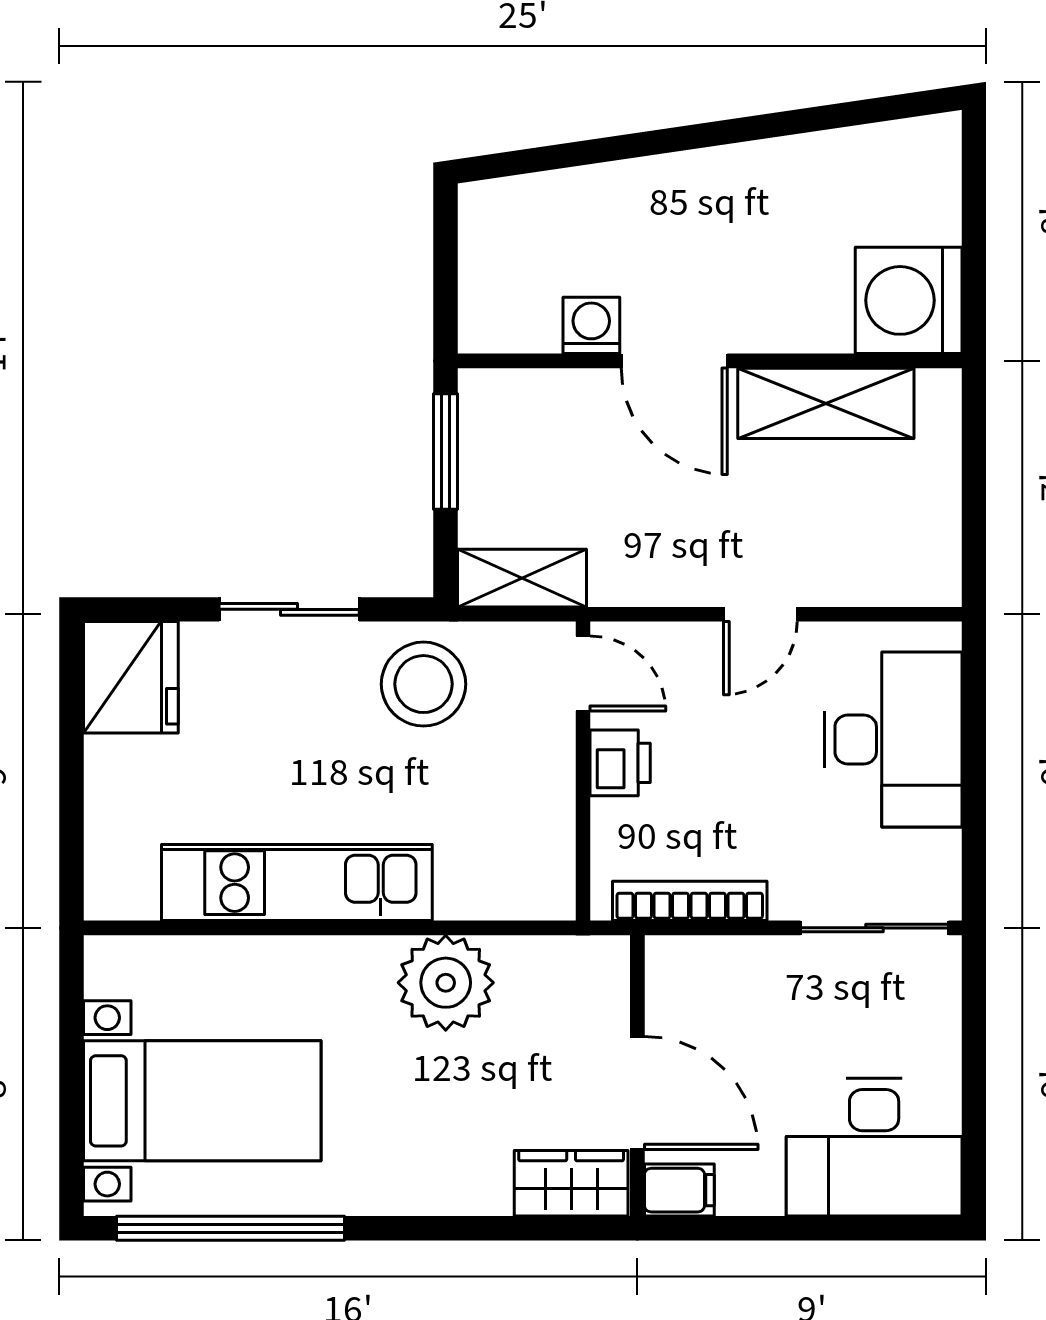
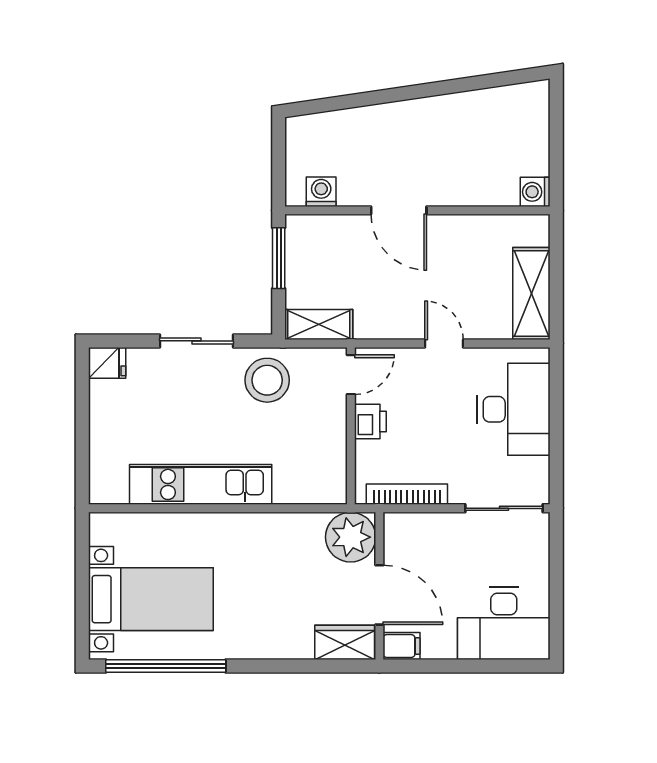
washing machine: (909, 300) -> (535, 192), width x0.53, depth x0.53
washing machine: (591, 325) -> (321, 192), moved
shelving: (826, 403) -> (531, 293), moved, turned 90
door: (760, 614) -> (444, 344), swing flipped
door: (583, 674) -> (351, 375), hinge flipped
fridge: (131, 677) -> (107, 363), width x0.53, depth x0.75
plant: (446, 983) -> (351, 537), moved

